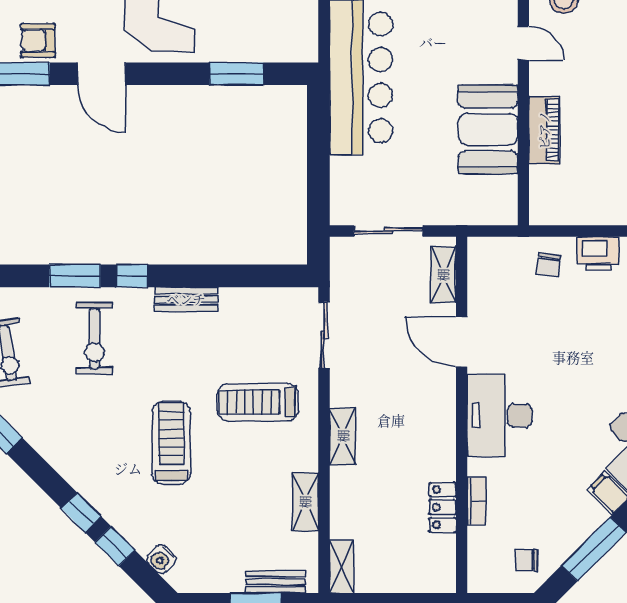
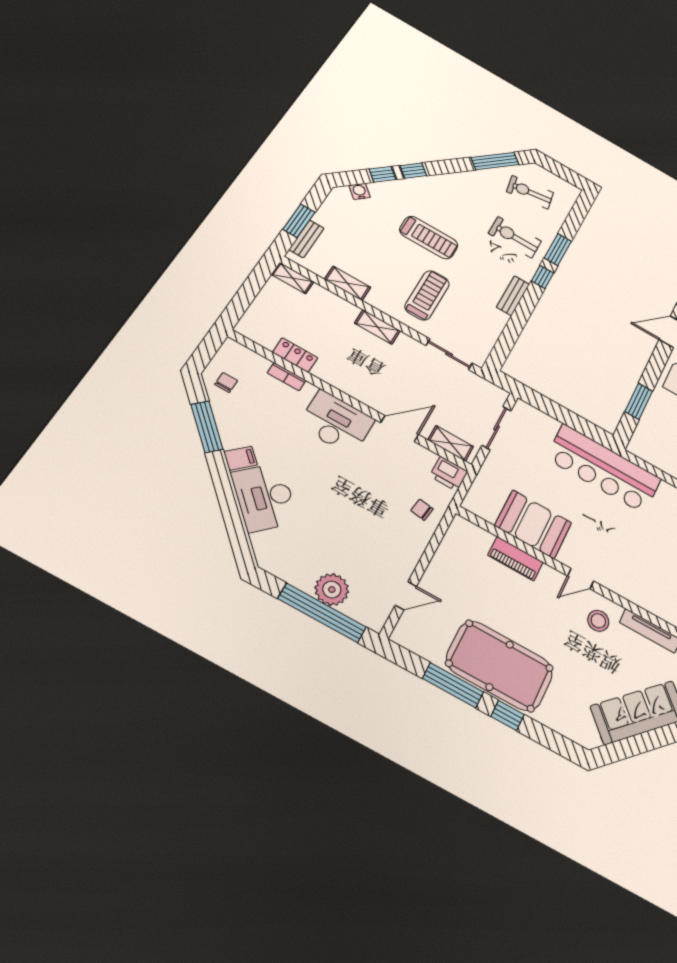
printer: (598, 254) -> (449, 474), moved, turned -90

